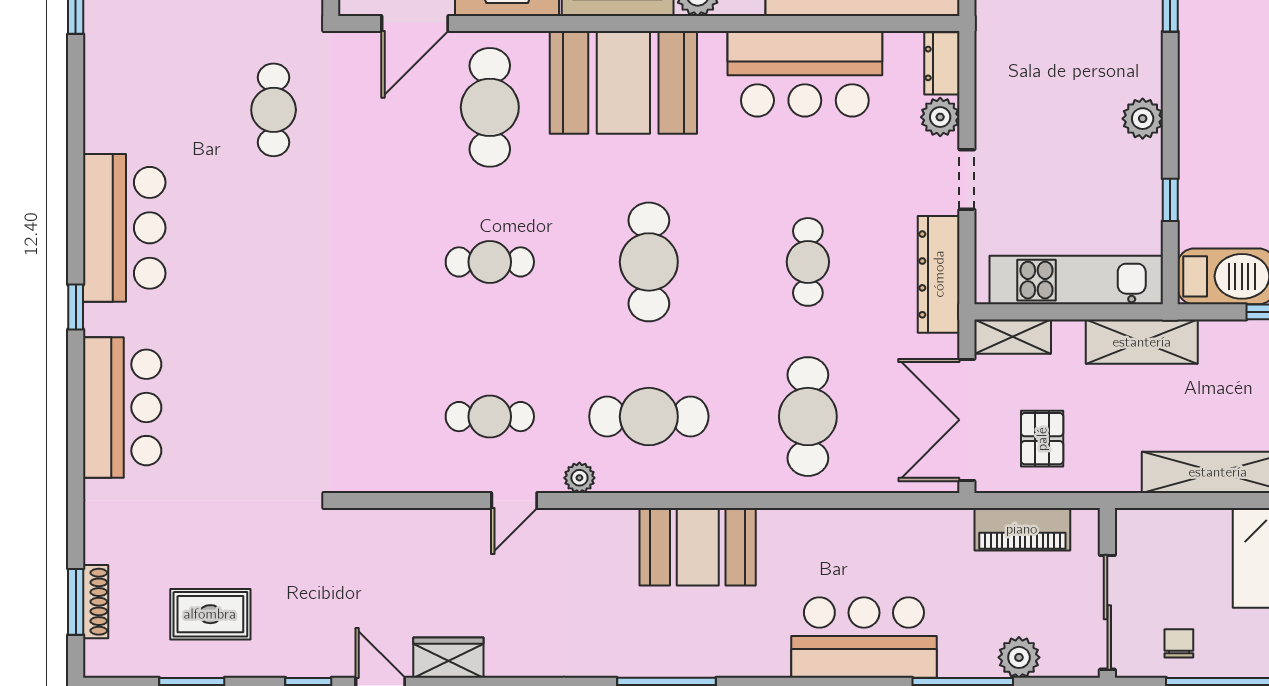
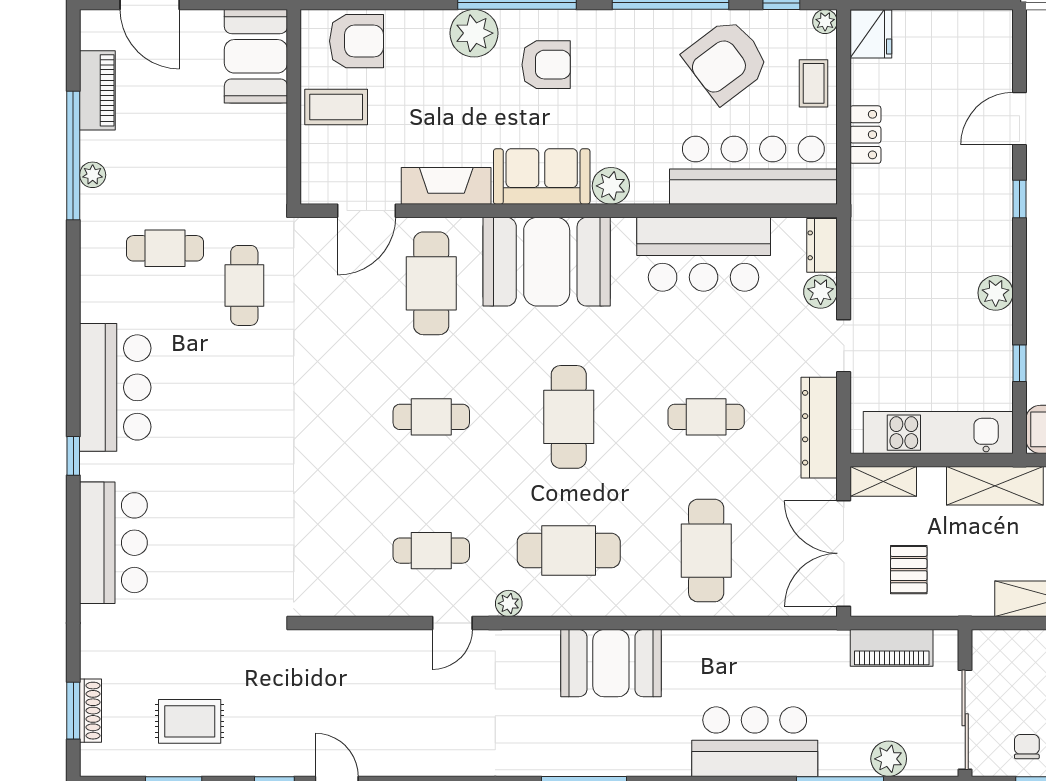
cafe table: (182, 67) -> (165, 248), added
cafe table: (808, 262) -> (706, 417), turned 90
wardrobe: (448, 658) -> (395, 759), removed

